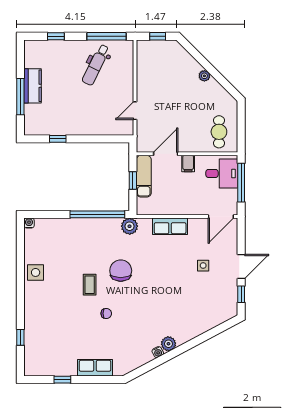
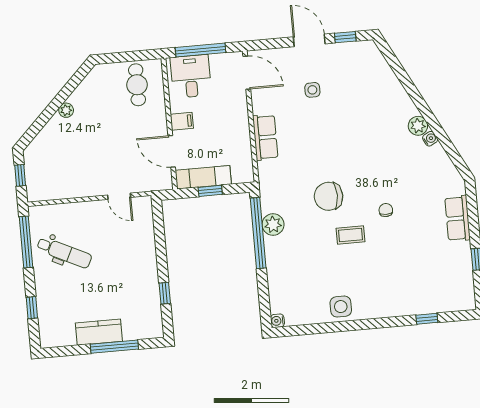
cafe table: (219, 132) -> (137, 85), turned 90
plant: (130, 226) -> (273, 225), moved

